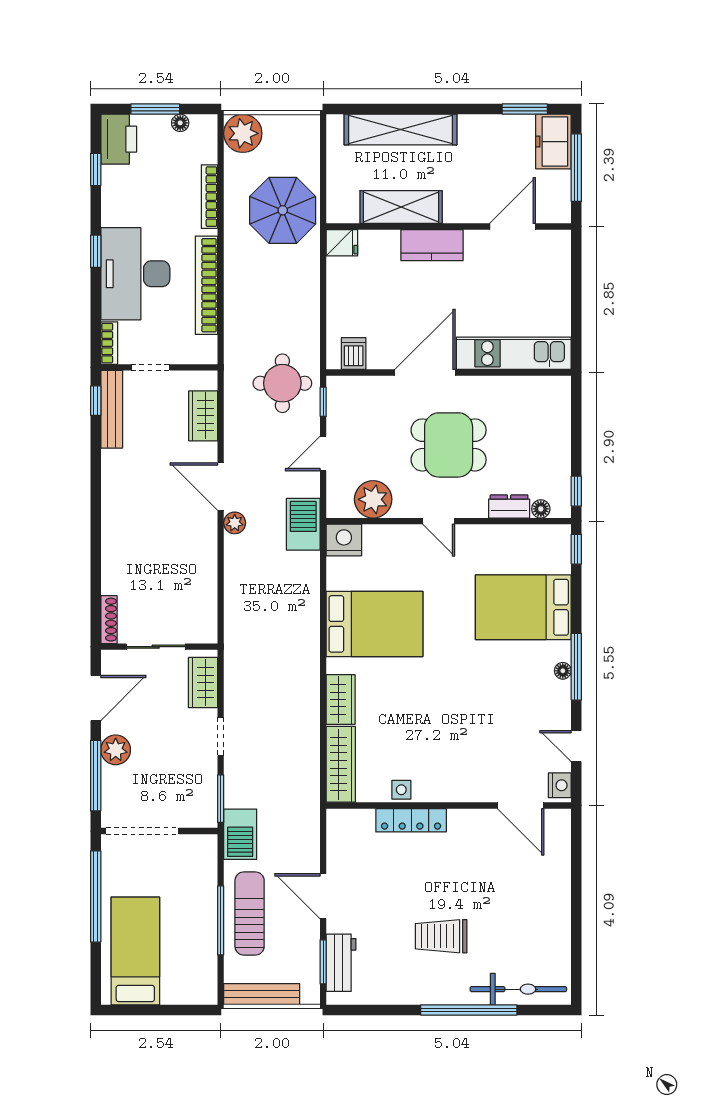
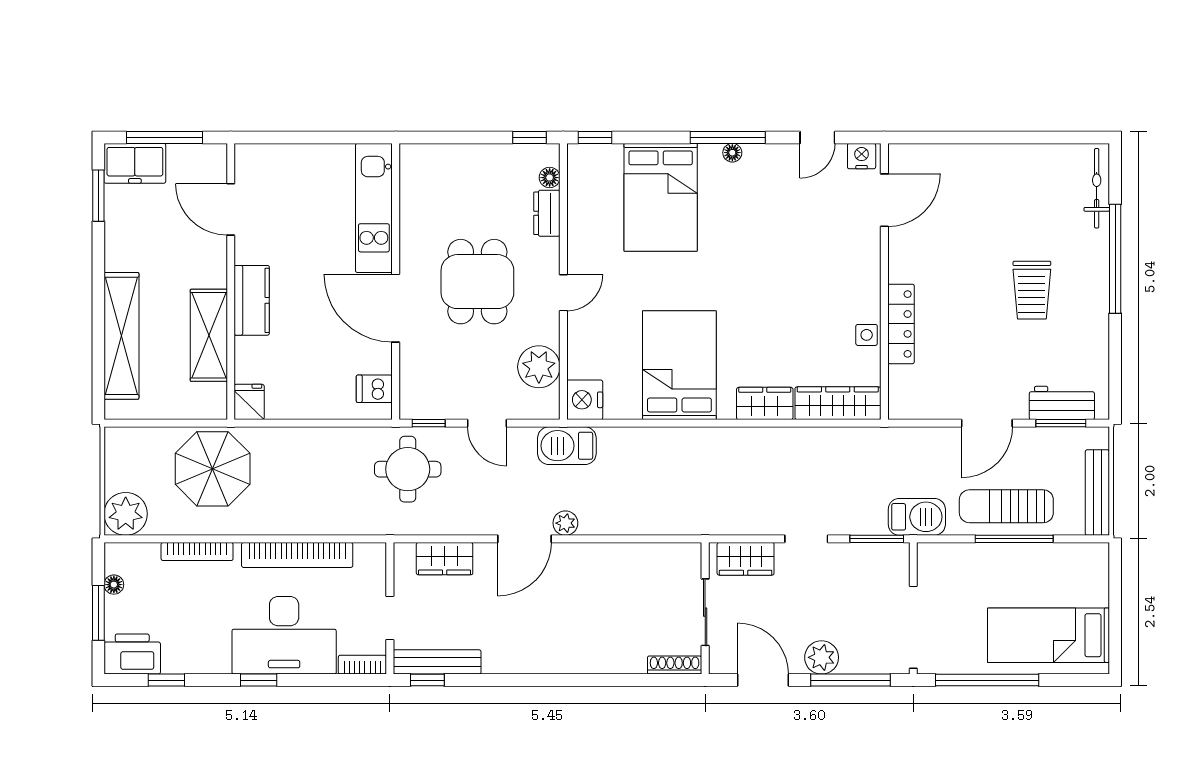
bicycle: (518, 989) -> (1097, 188), width x0.73, depth x0.71

